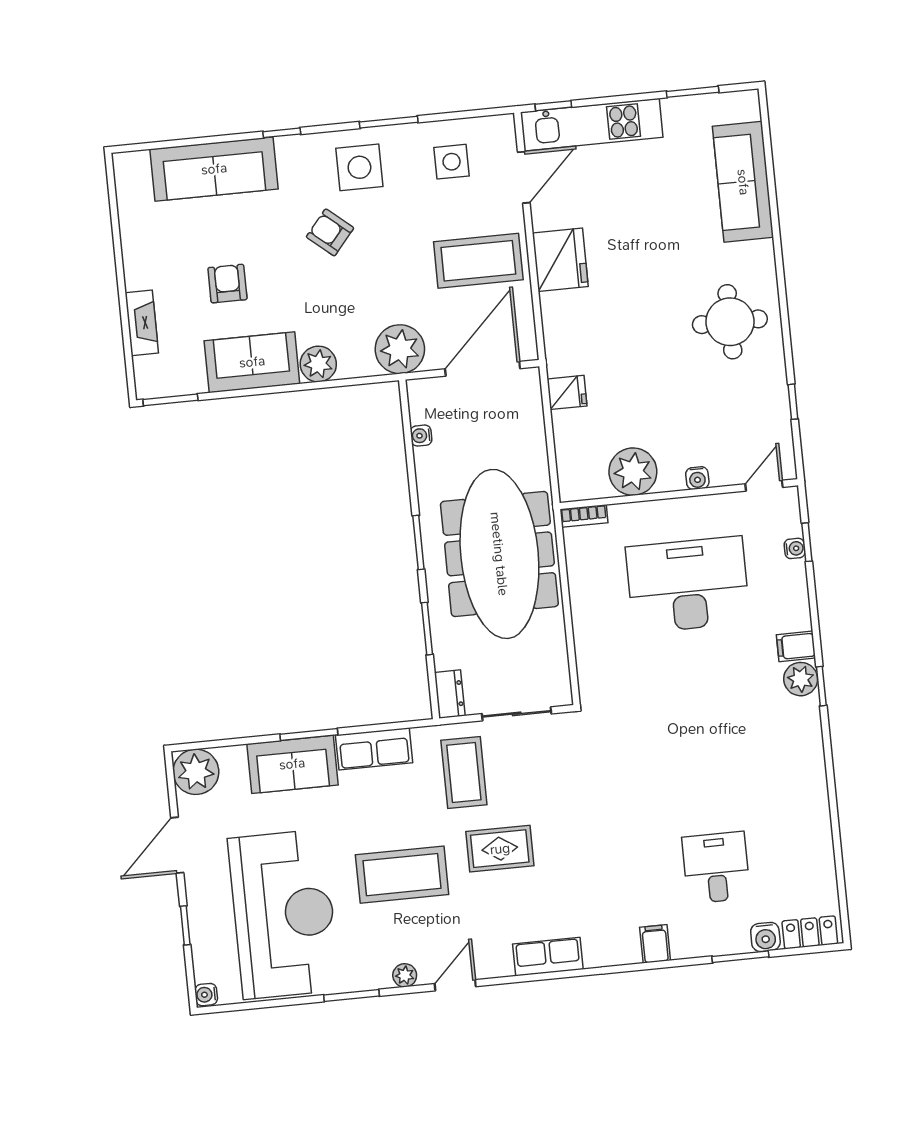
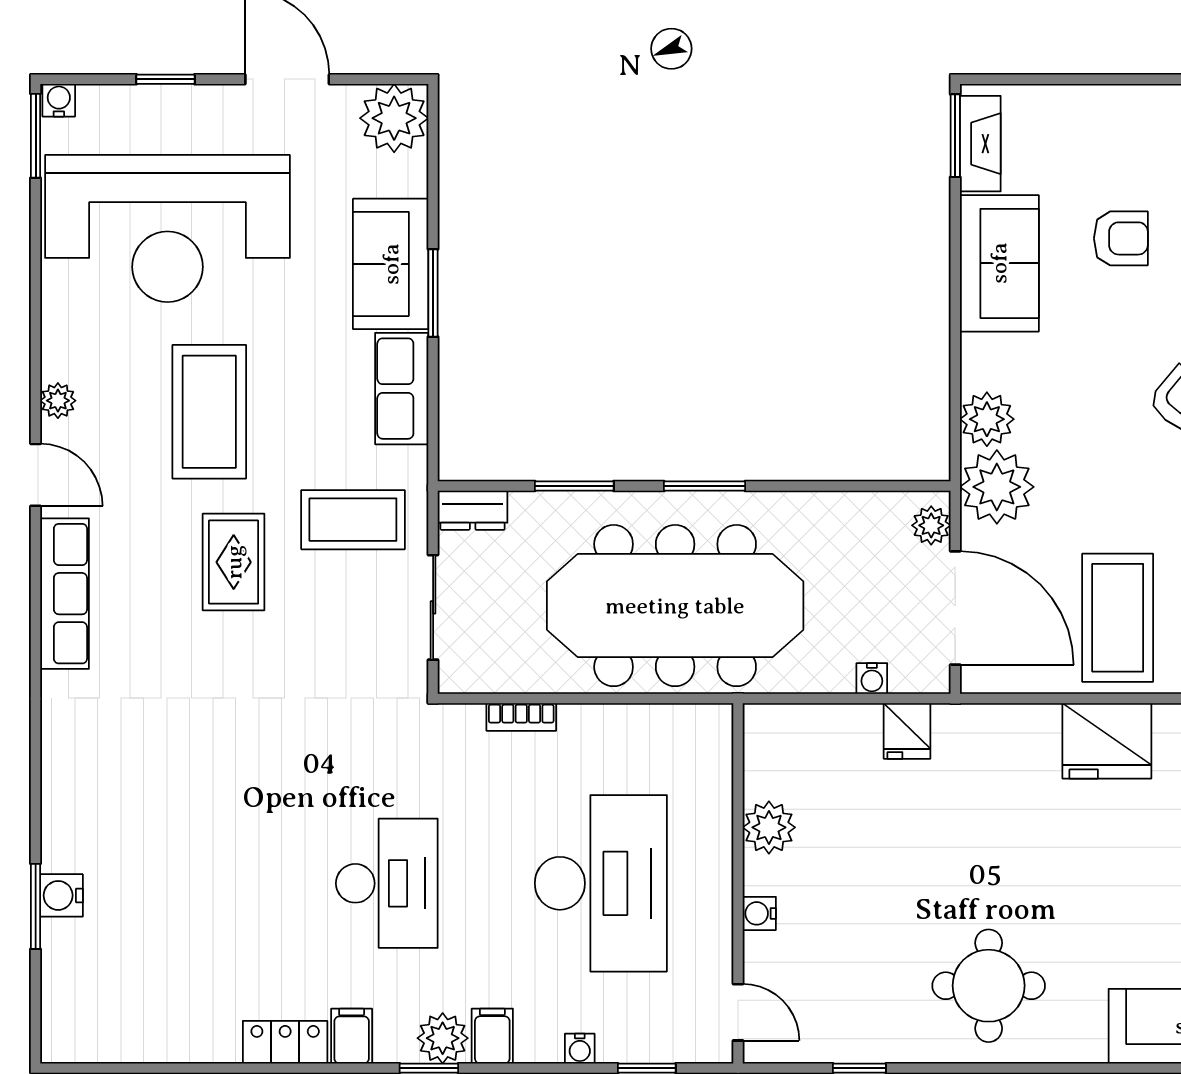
fireplace: (142, 323) -> (980, 144), moved, turned -90
plant: (318, 364) -> (987, 419), moved
plant: (430, 390) -> (931, 525), added
water cooler: (421, 436) -> (872, 678), moved, turned 180
plant: (633, 472) -> (769, 827), width x0.73, depth x0.73
bookcase: (584, 516) -> (521, 717), moved, turned -90
water cooler: (795, 548) -> (580, 1049), moved
desk: (716, 868) -> (387, 883), moved, width x1.37
locker: (810, 932) -> (285, 1042), moved, turned -90
water cooler: (765, 937) -> (62, 895), moved
filing cabinet: (655, 944) -> (352, 1036), moved, turned -90
row of seats: (548, 957) -> (65, 594), width x1.48
window: (352, 996) -> (36, 136), moved

